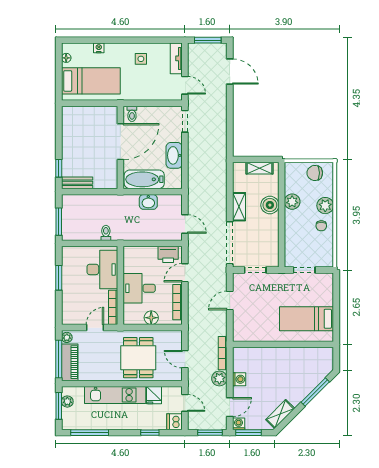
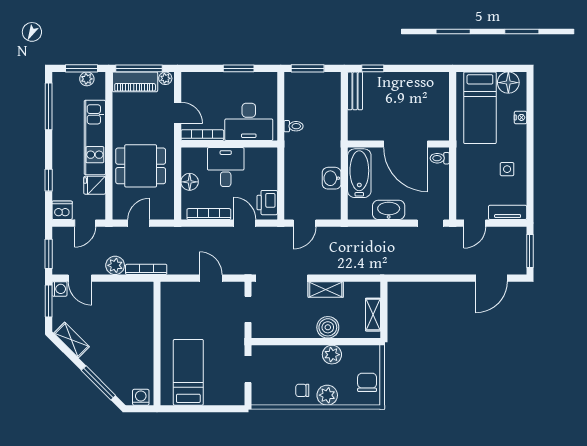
floor lamp: (66, 58) -> (508, 83), width x1.89, depth x1.89
washing machine: (239, 379) -> (141, 397), moved, turned 180

